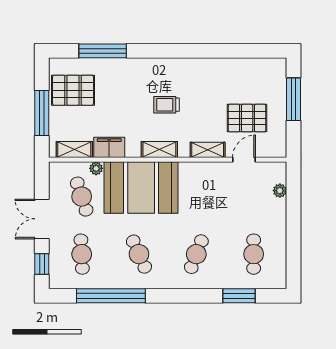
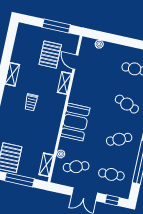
window: (293, 99) -> (56, 26), moved
filing cabinet: (109, 147) -> (50, 143), removed
shelving: (159, 150) -> (12, 74), moved
booth: (141, 188) -> (75, 122), width x0.73, depth x0.70

